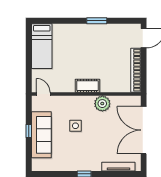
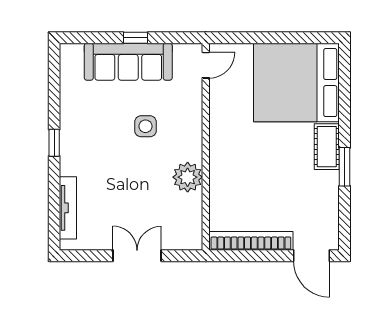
bed: (42, 46) -> (296, 83), width x2.04
cot: (87, 86) -> (327, 147), moved
double door: (144, 130) -> (137, 256), width x0.54

